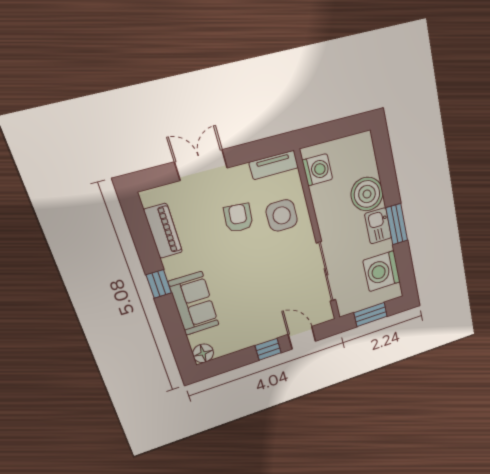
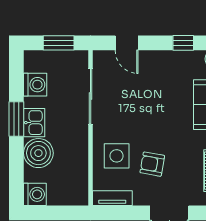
washing machine: (317, 170) -> (35, 194), moved, turned 180
armchair: (238, 218) -> (152, 164), turned 95
washing machine: (382, 271) -> (35, 85), width x0.73, depth x0.73
window: (268, 349) -> (183, 43), moved

